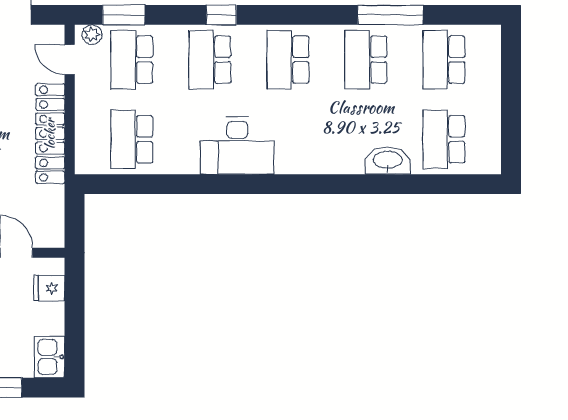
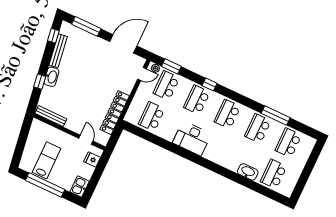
door: (70, 60) -> (142, 74), swing flipped
locker: (50, 134) -> (115, 113), moved

